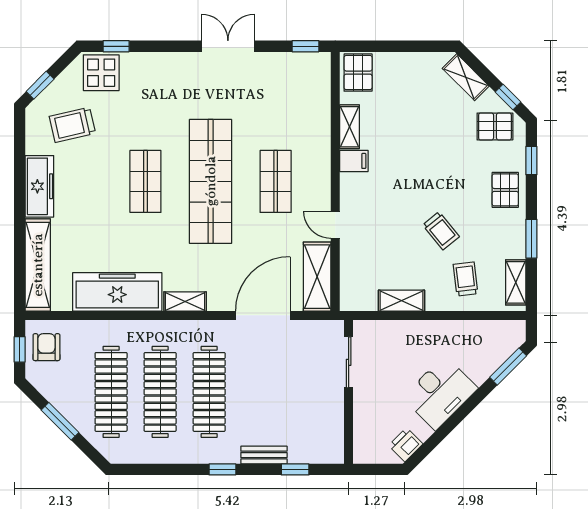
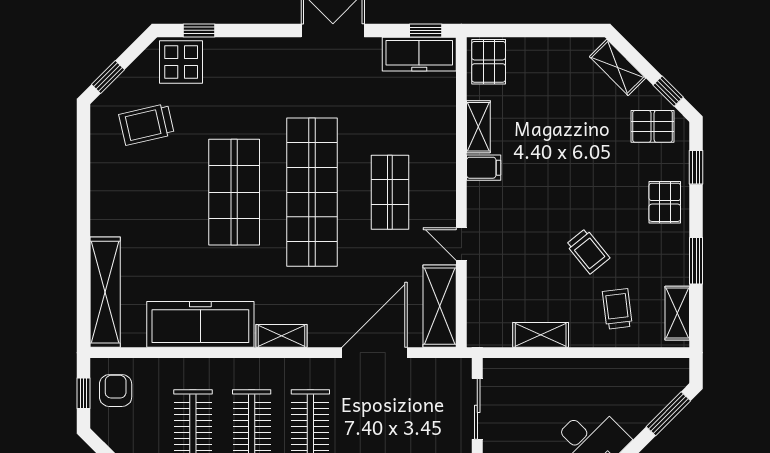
shop shelf: (145, 181) -> (234, 192), width x1.43, depth x1.36
freezer: (39, 186) -> (419, 54), moved, turned 90

